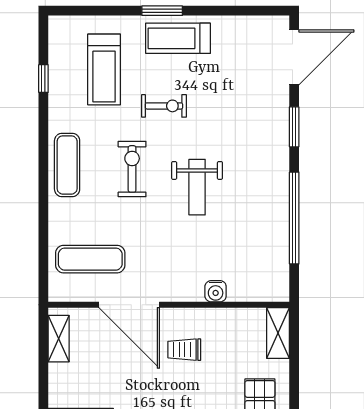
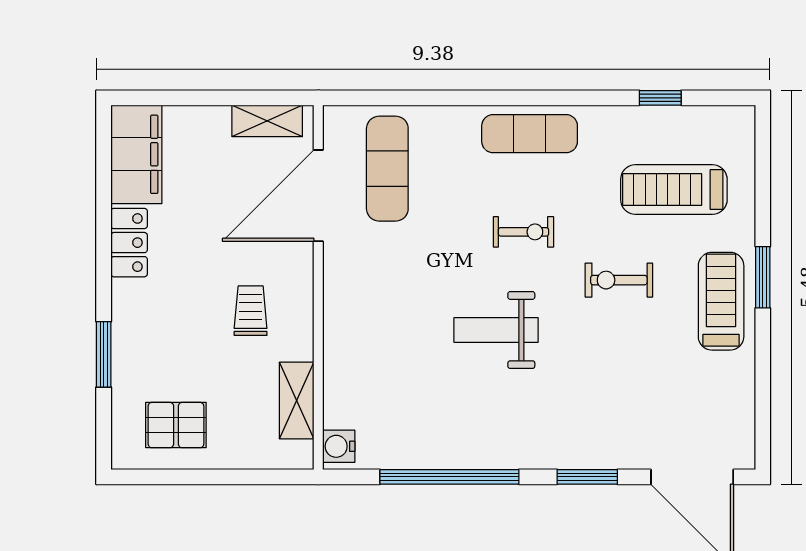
exercise bike: (164, 106) -> (619, 280), turned 90
exercise bike: (132, 169) -> (524, 232), width x0.73, depth x0.72
water cooler: (216, 291) -> (339, 446), moved
door: (129, 305) -> (318, 196), moved
shelving: (278, 333) -> (297, 401), moved, turned 90

